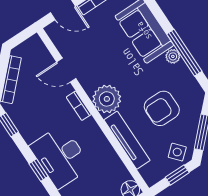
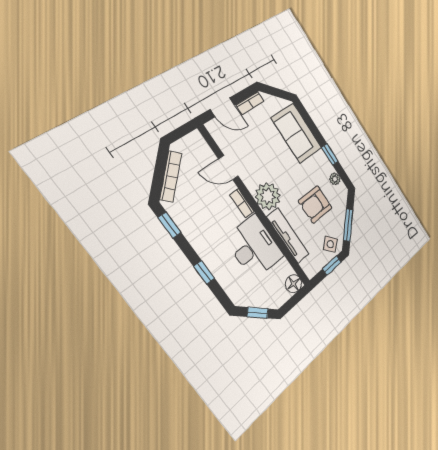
window: (184, 53) -> (330, 154), width x0.46
plant: (173, 56) -> (335, 179), moved
desk: (60, 157) -> (254, 247), moved, turned 180

